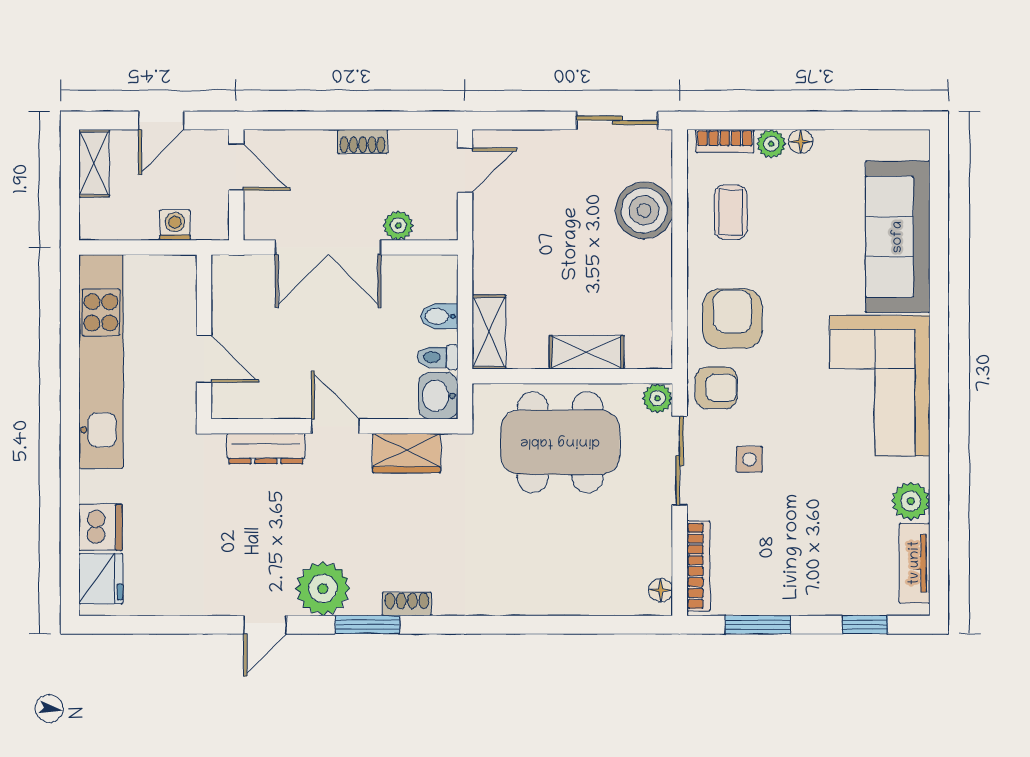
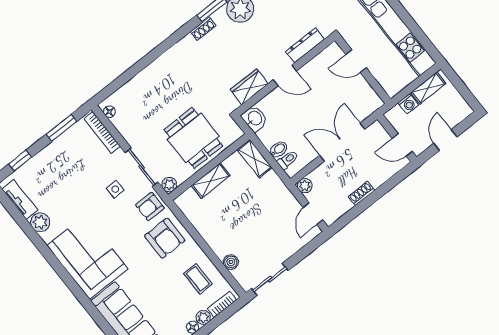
shelving: (94, 163) -> (428, 88), moved, turned 90
boiler: (644, 210) -> (231, 262), width x0.54, depth x0.54
plant: (398, 225) -> (305, 186), moved
toilet: (438, 357) -> (288, 160), moved
dining table: (560, 442) -> (193, 138), width x0.73

